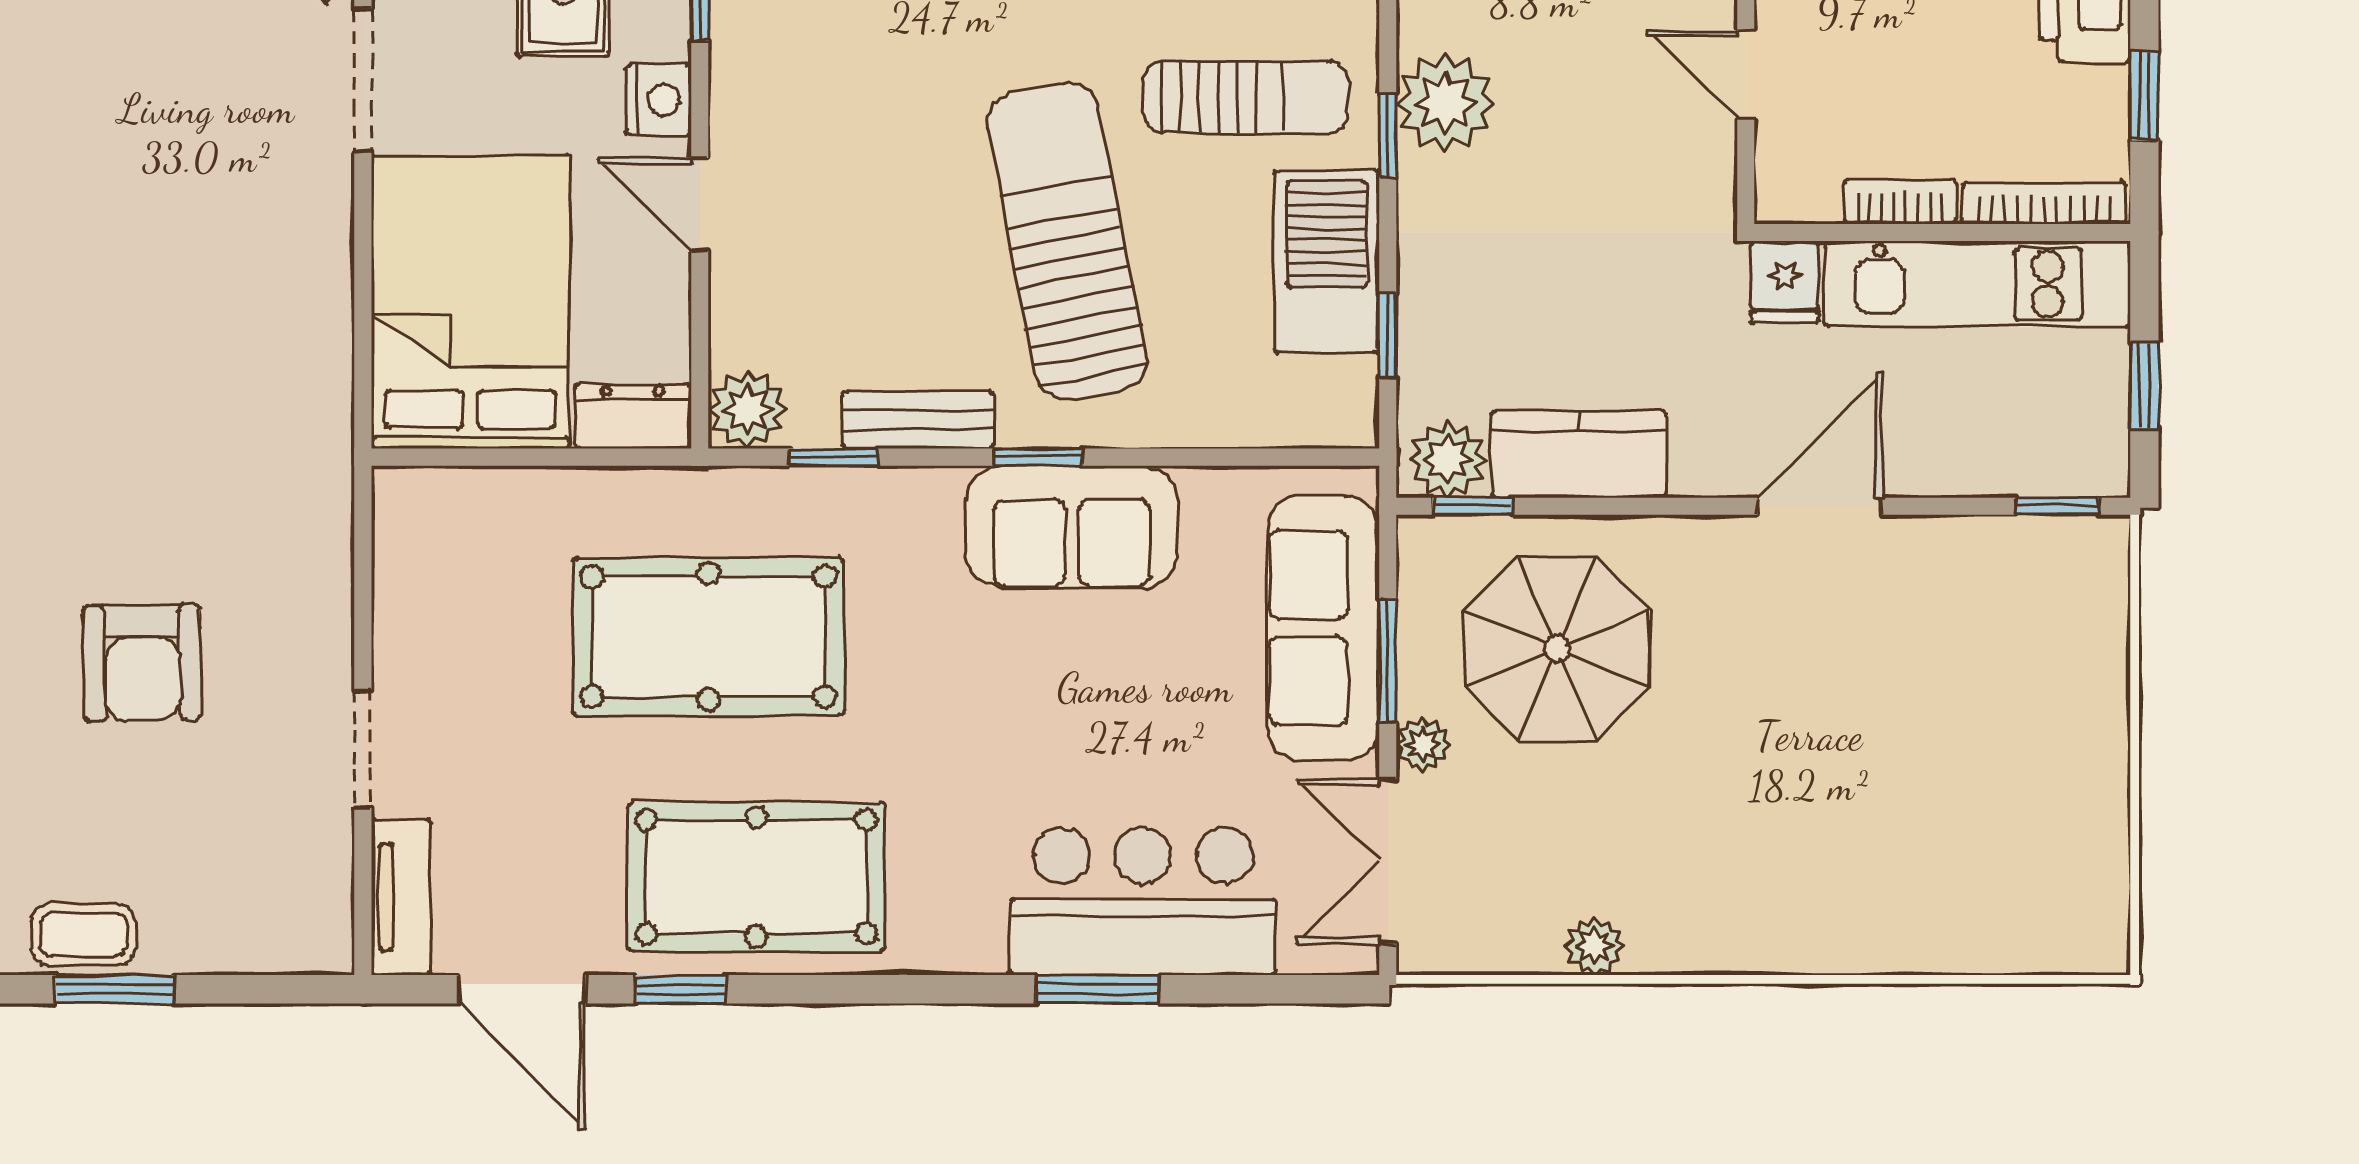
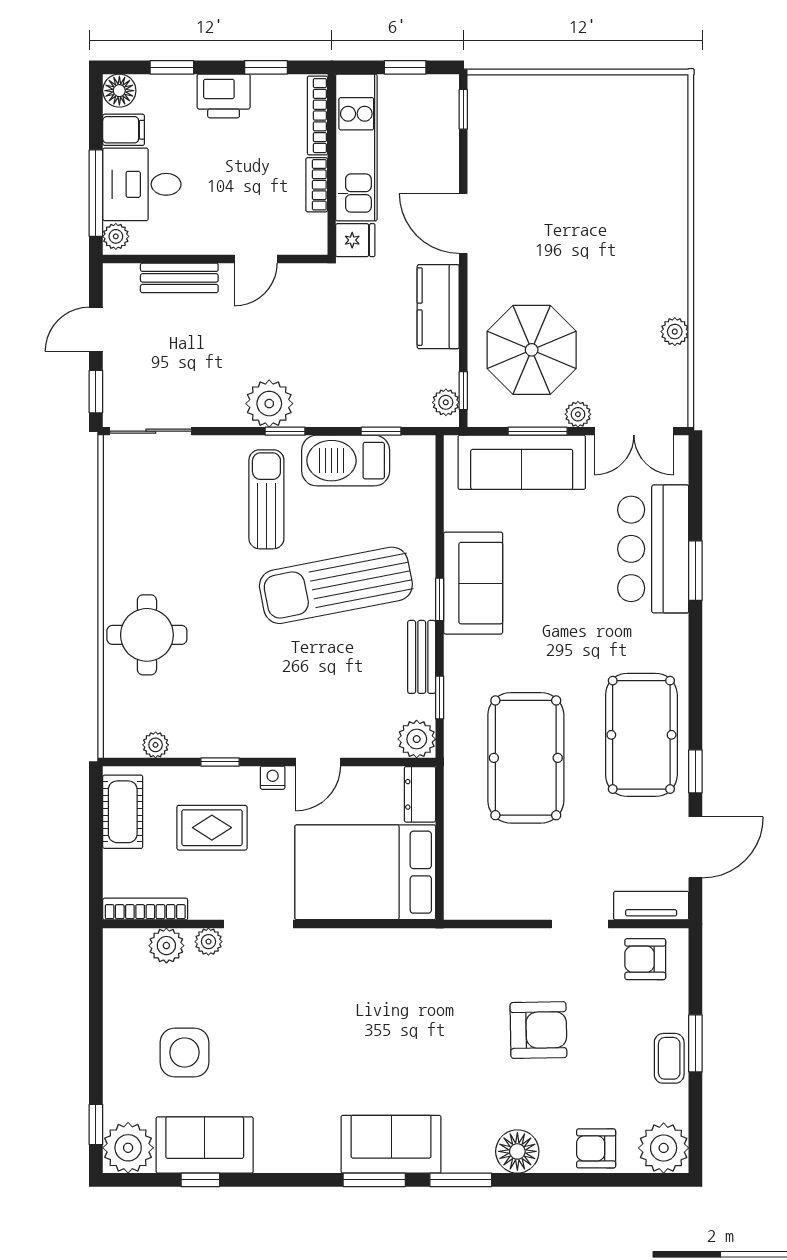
nightstand: (659, 100) -> (273, 778), width x0.72, depth x0.74
kitchen counter: (1579, 454) -> (438, 307), moved
plant: (1448, 460) -> (446, 402), width x0.73, depth x0.73
armchair: (290, 885) -> (645, 959), added

